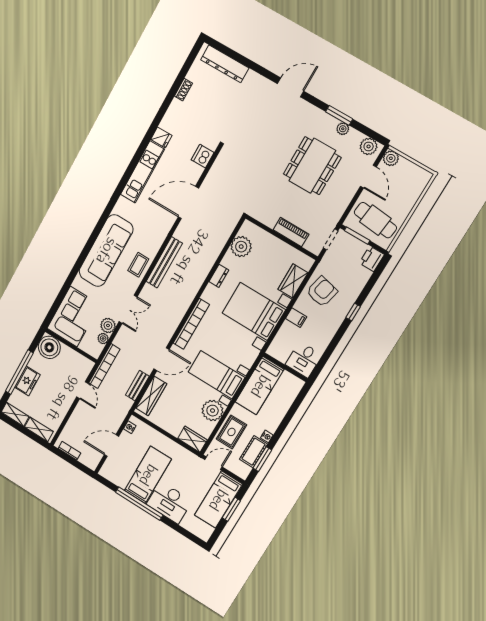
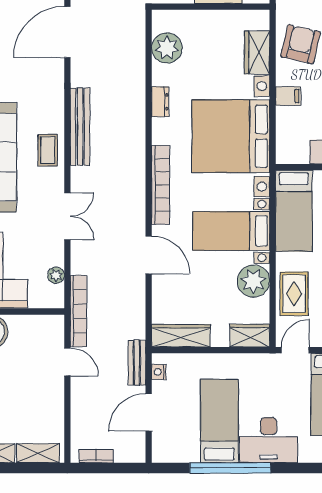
bed with nightstands: (254, 311) -> (231, 136), width x1.36
plant: (108, 325) -> (53, 254), removed
door: (161, 359) -> (149, 255), hinge flipped
bench: (137, 386) -> (137, 363), moved
wardrobe: (151, 396) -> (181, 336), moved, turned -90

